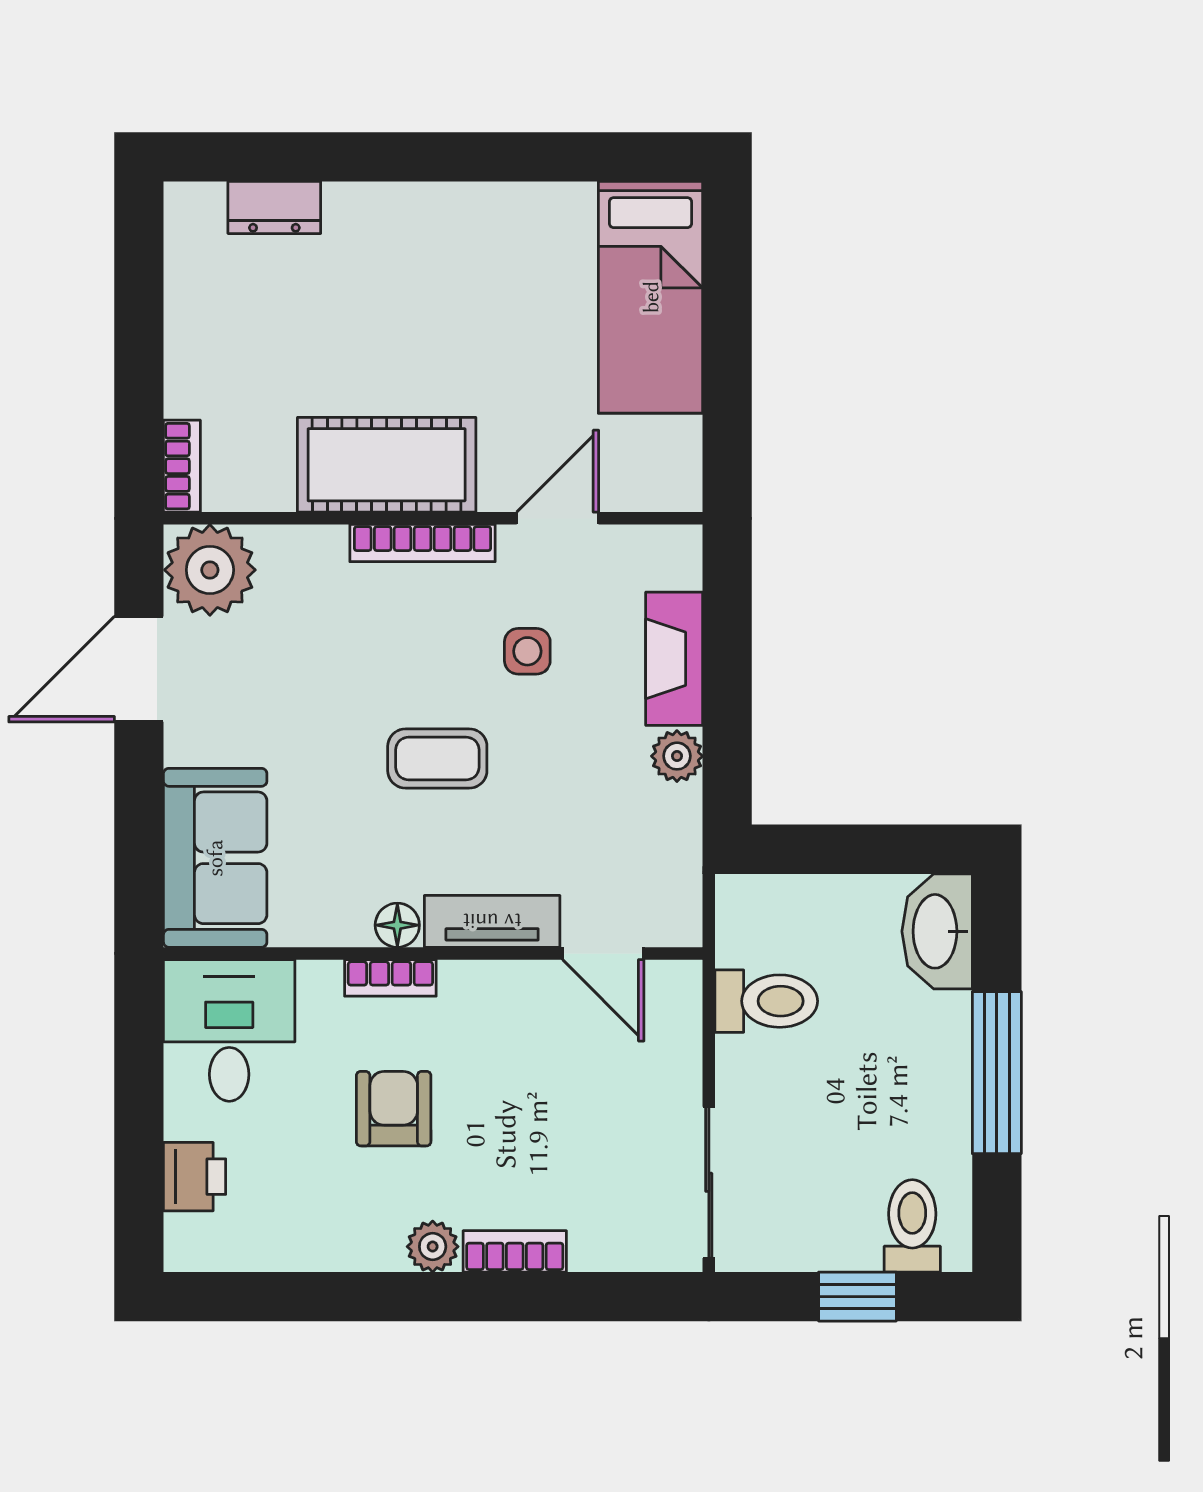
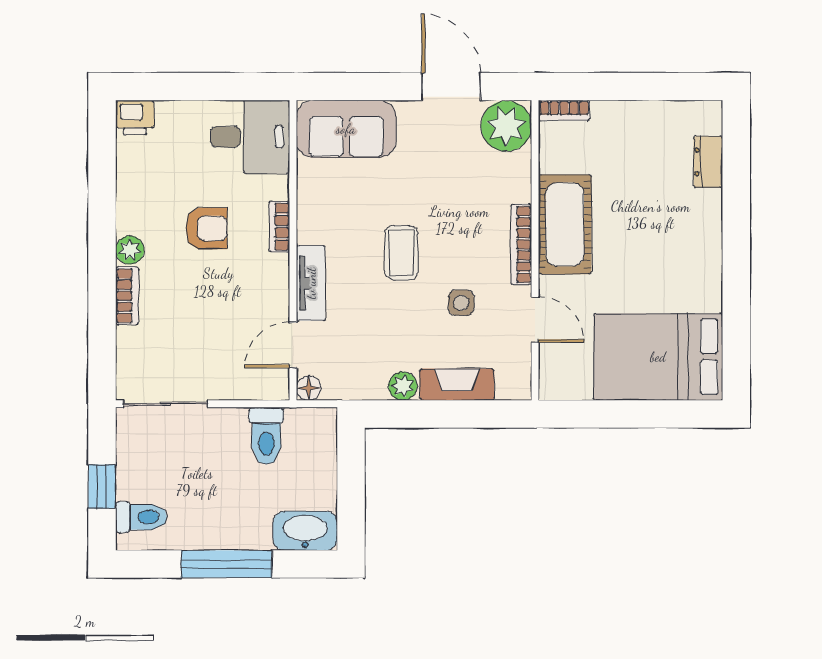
bed: (651, 297) -> (658, 357), width x1.50
floor lamp: (397, 925) -> (309, 388), moved
printer: (195, 1177) -> (135, 118), moved

